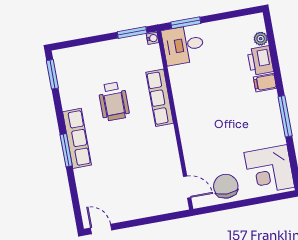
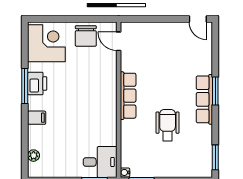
printer: (260, 61) -> (37, 83), moved
row of seats: (160, 98) -> (128, 96), moved

